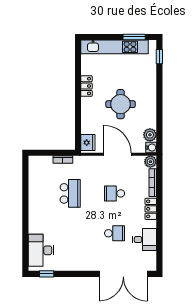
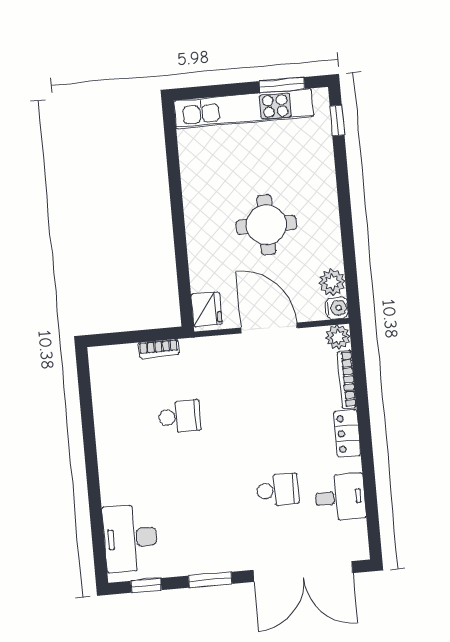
locker: (86, 86) -> (193, 194), removed
school desk: (70, 193) -> (180, 417), width x0.54
school desk: (115, 193) -> (270, 408), removed
window: (78, 274) -> (210, 580), added

